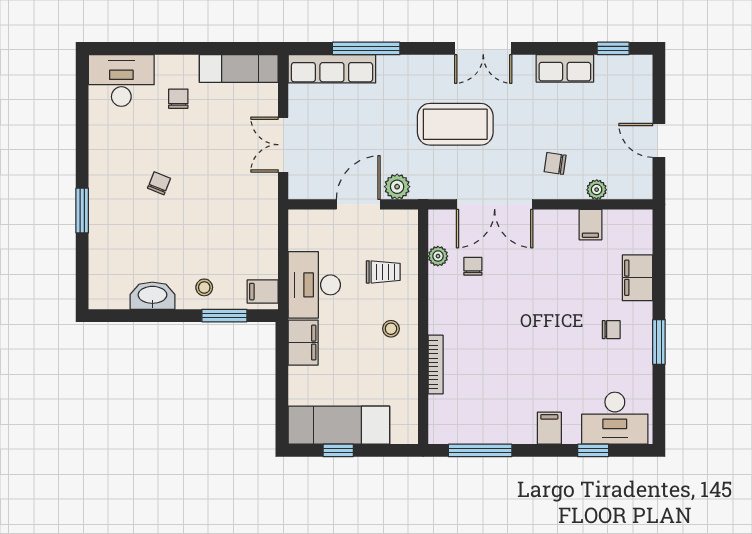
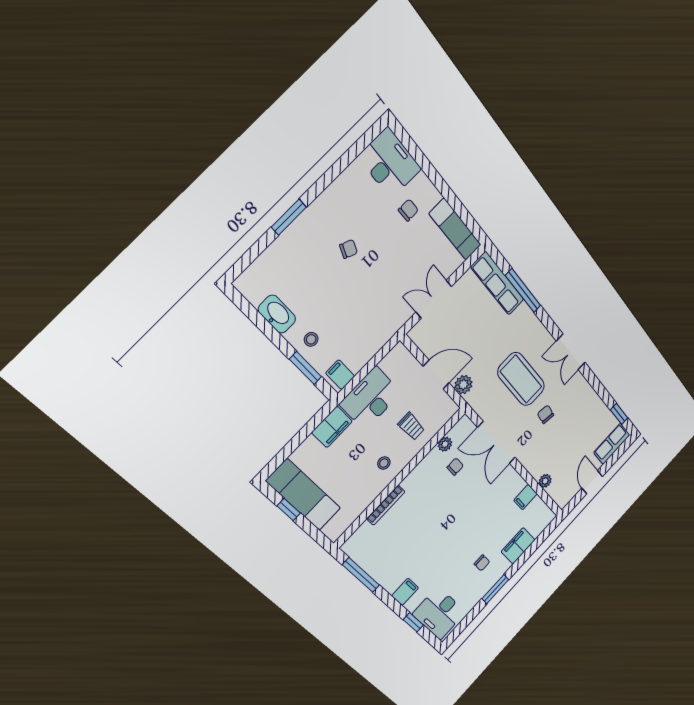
row of seats: (565, 68) -> (612, 444), moved, turned 90
chair: (555, 163) -> (546, 414), moved

